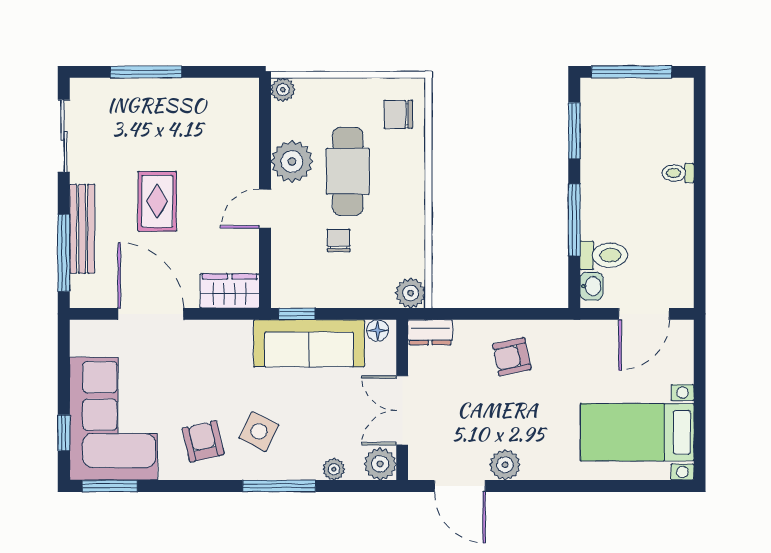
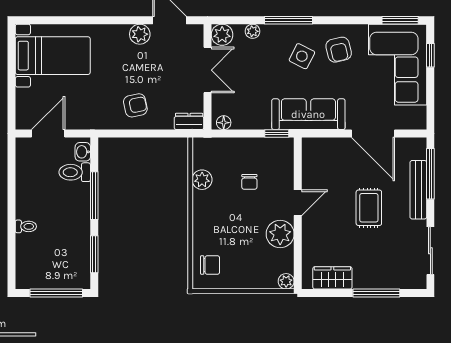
cafe table: (348, 171) -> (243, 228), removed
wardrobe: (230, 291) -> (332, 278), moved, turned 180
plant: (411, 293) -> (202, 180), moved
sofa: (309, 343) -> (308, 114), moved

